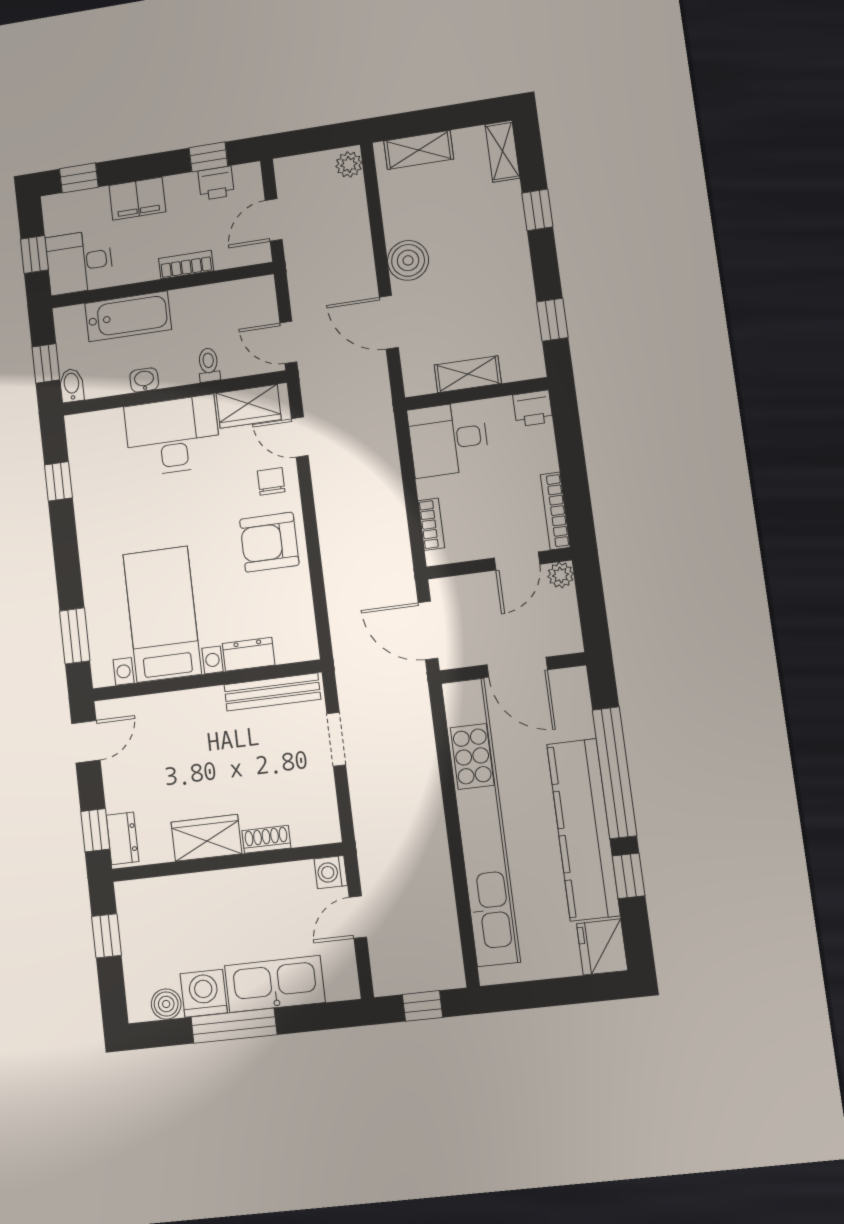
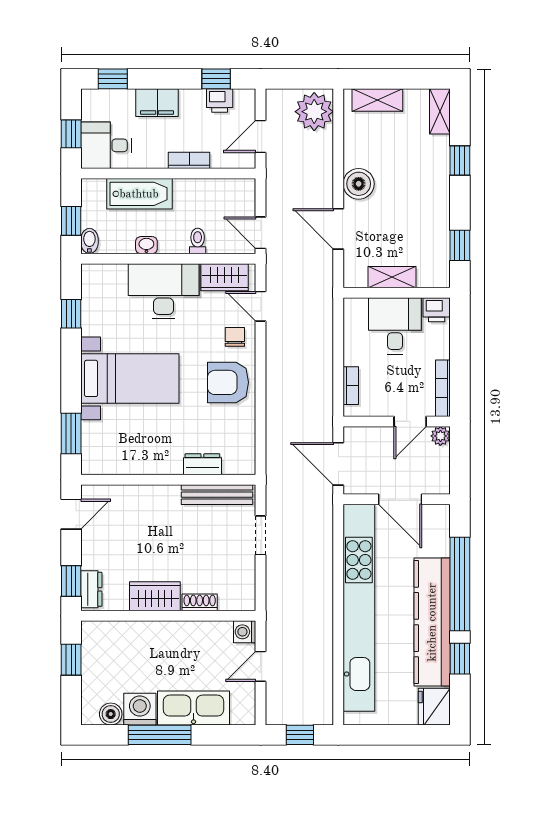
plant: (349, 164) -> (314, 112), width x1.87, depth x1.87
desk: (448, 439) -> (395, 326), moved, turned 90
bed with nightstands: (162, 614) -> (130, 378), moved, turned 90

